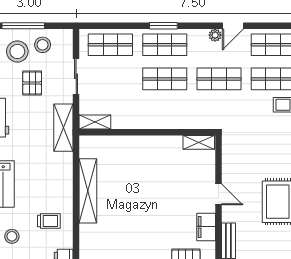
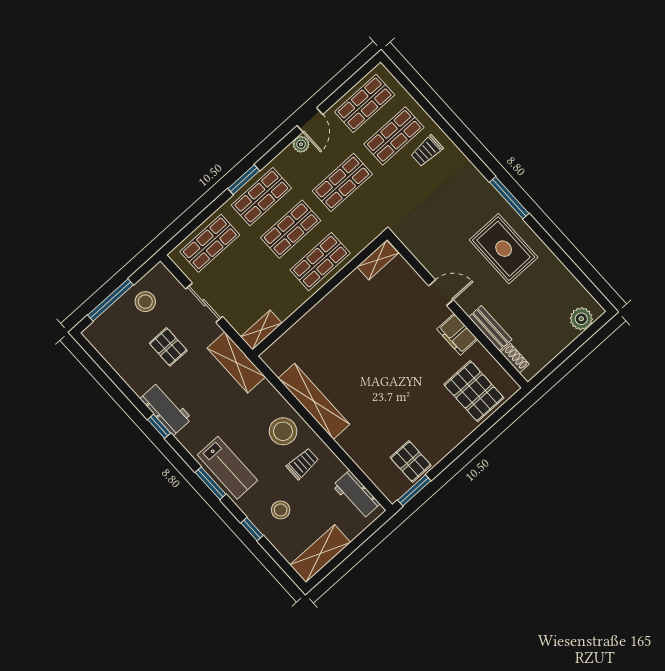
stool: (17, 51) -> (283, 431), moved
shop shelf: (165, 113) -> (320, 262), added

